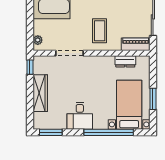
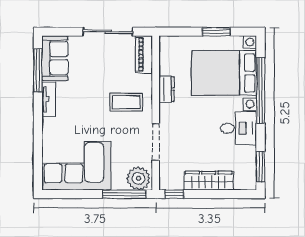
window: (30, 29) -> (124, 194), added
plant: (38, 40) -> (138, 178), width x1.87, depth x1.87
dresser: (125, 61) -> (167, 89), moved
bed with nightstands: (129, 105) -> (224, 73), width x1.36

